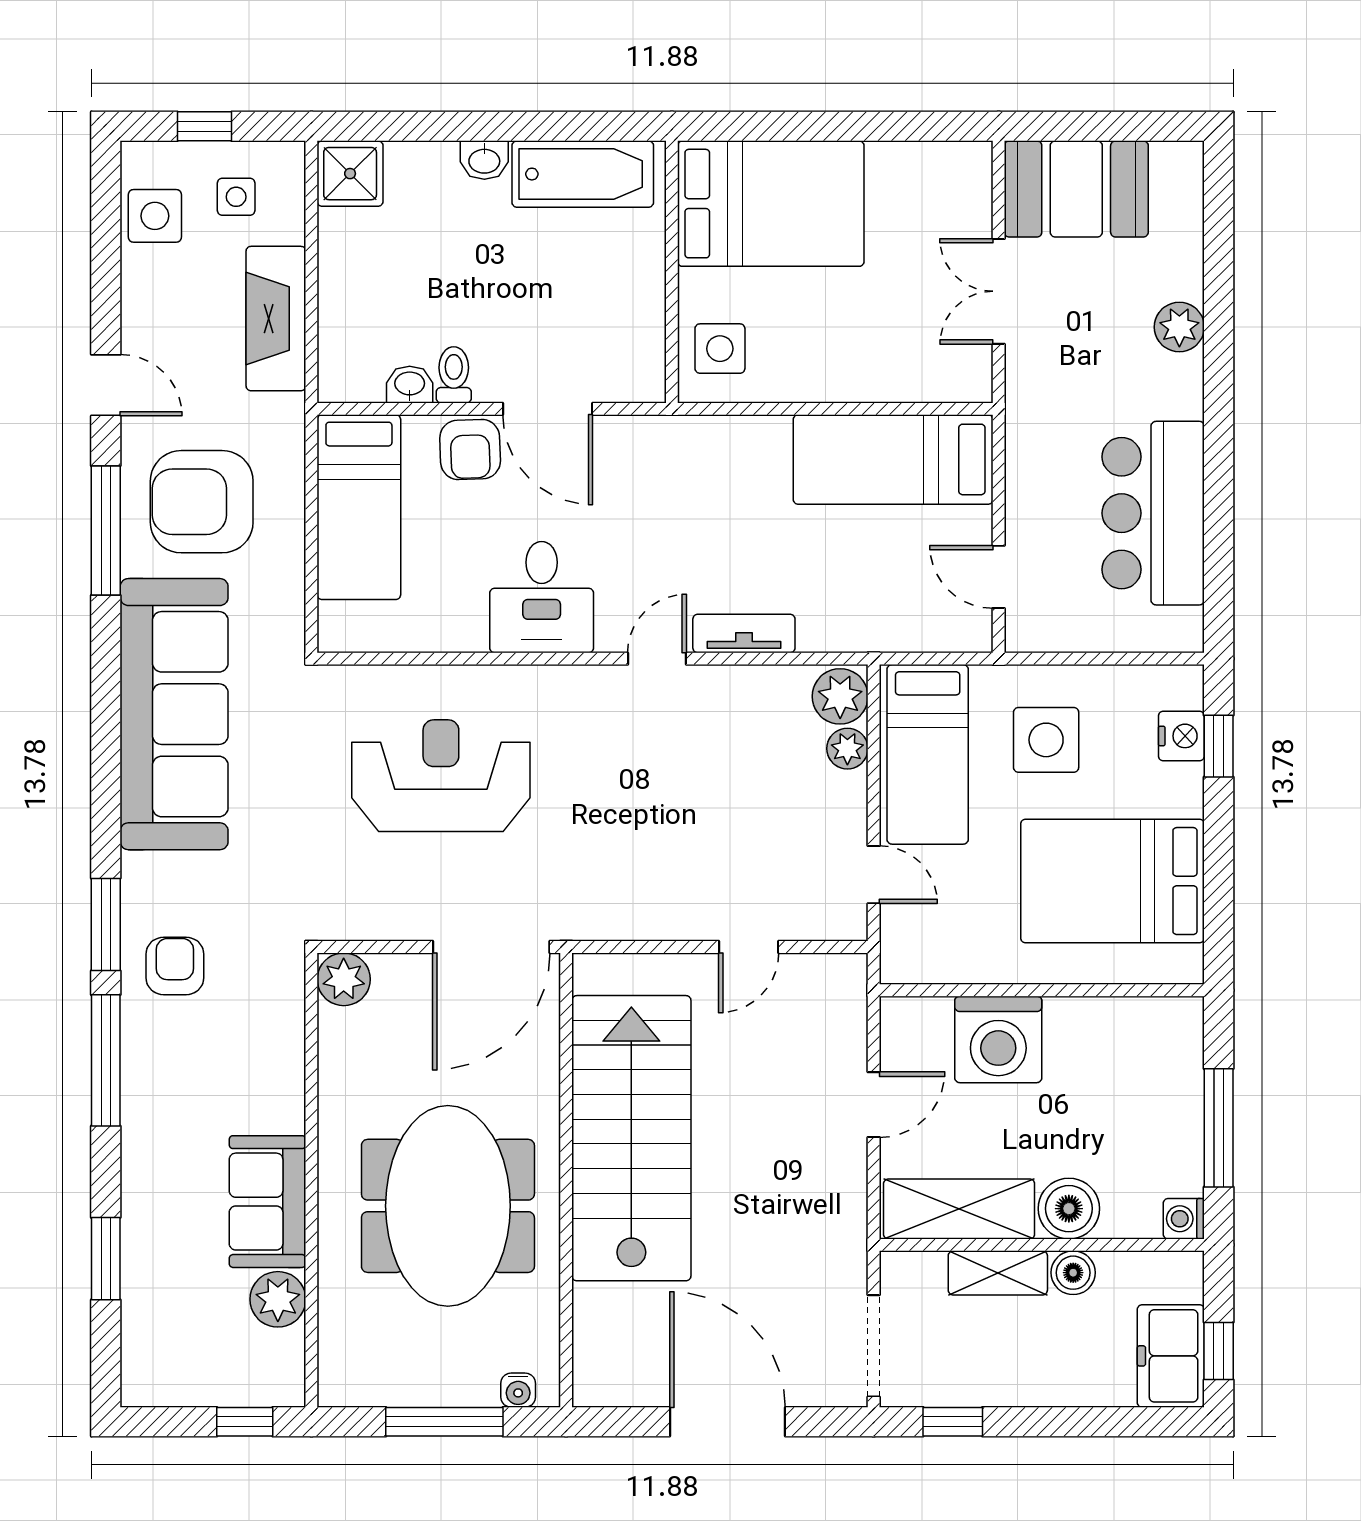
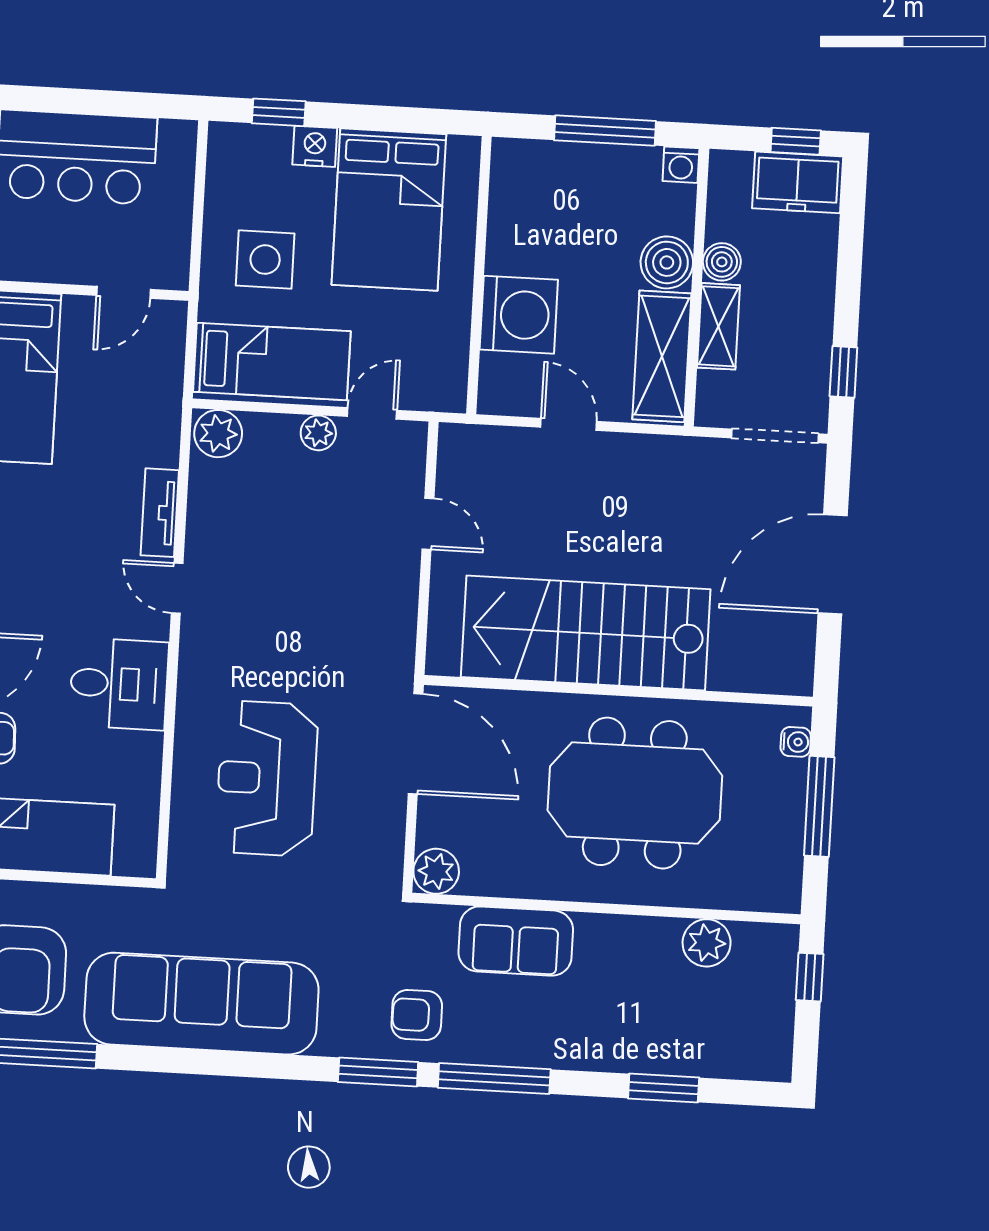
nightstand: (1181, 736) -> (315, 146), moved
plant: (847, 749) -> (318, 433), moved
sofa: (268, 1202) -> (516, 941), moved

